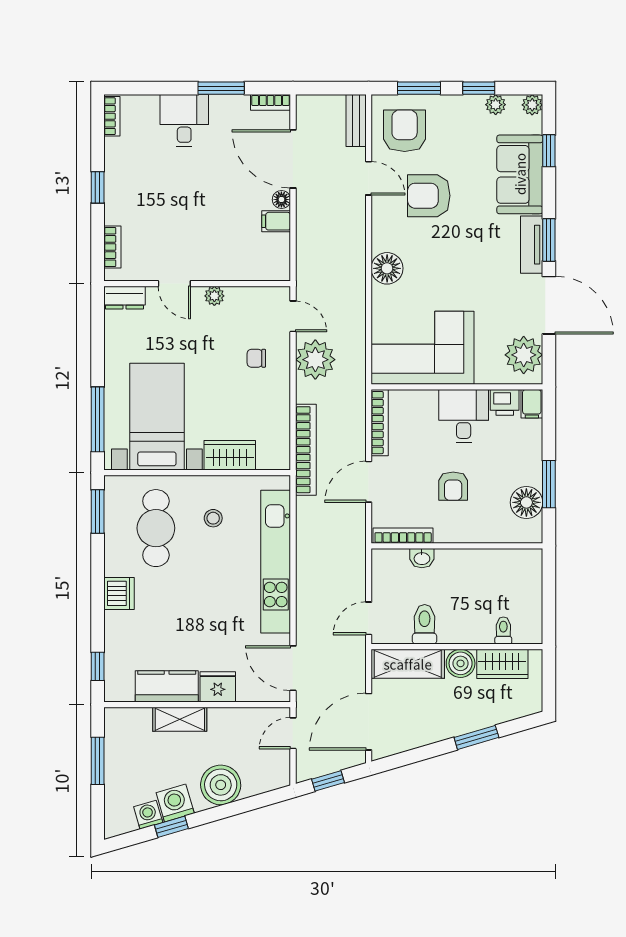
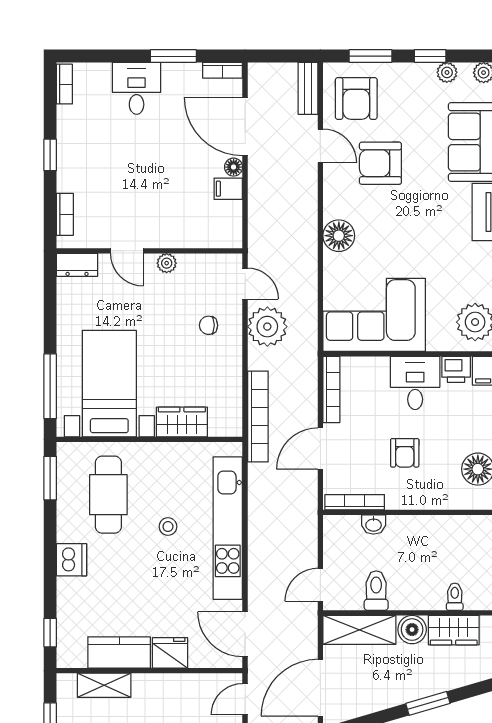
armchair: (405, 131) -> (356, 99), turned 180
stool: (213, 518) -> (168, 527), moved
shelving: (180, 719) -> (104, 685), moved

